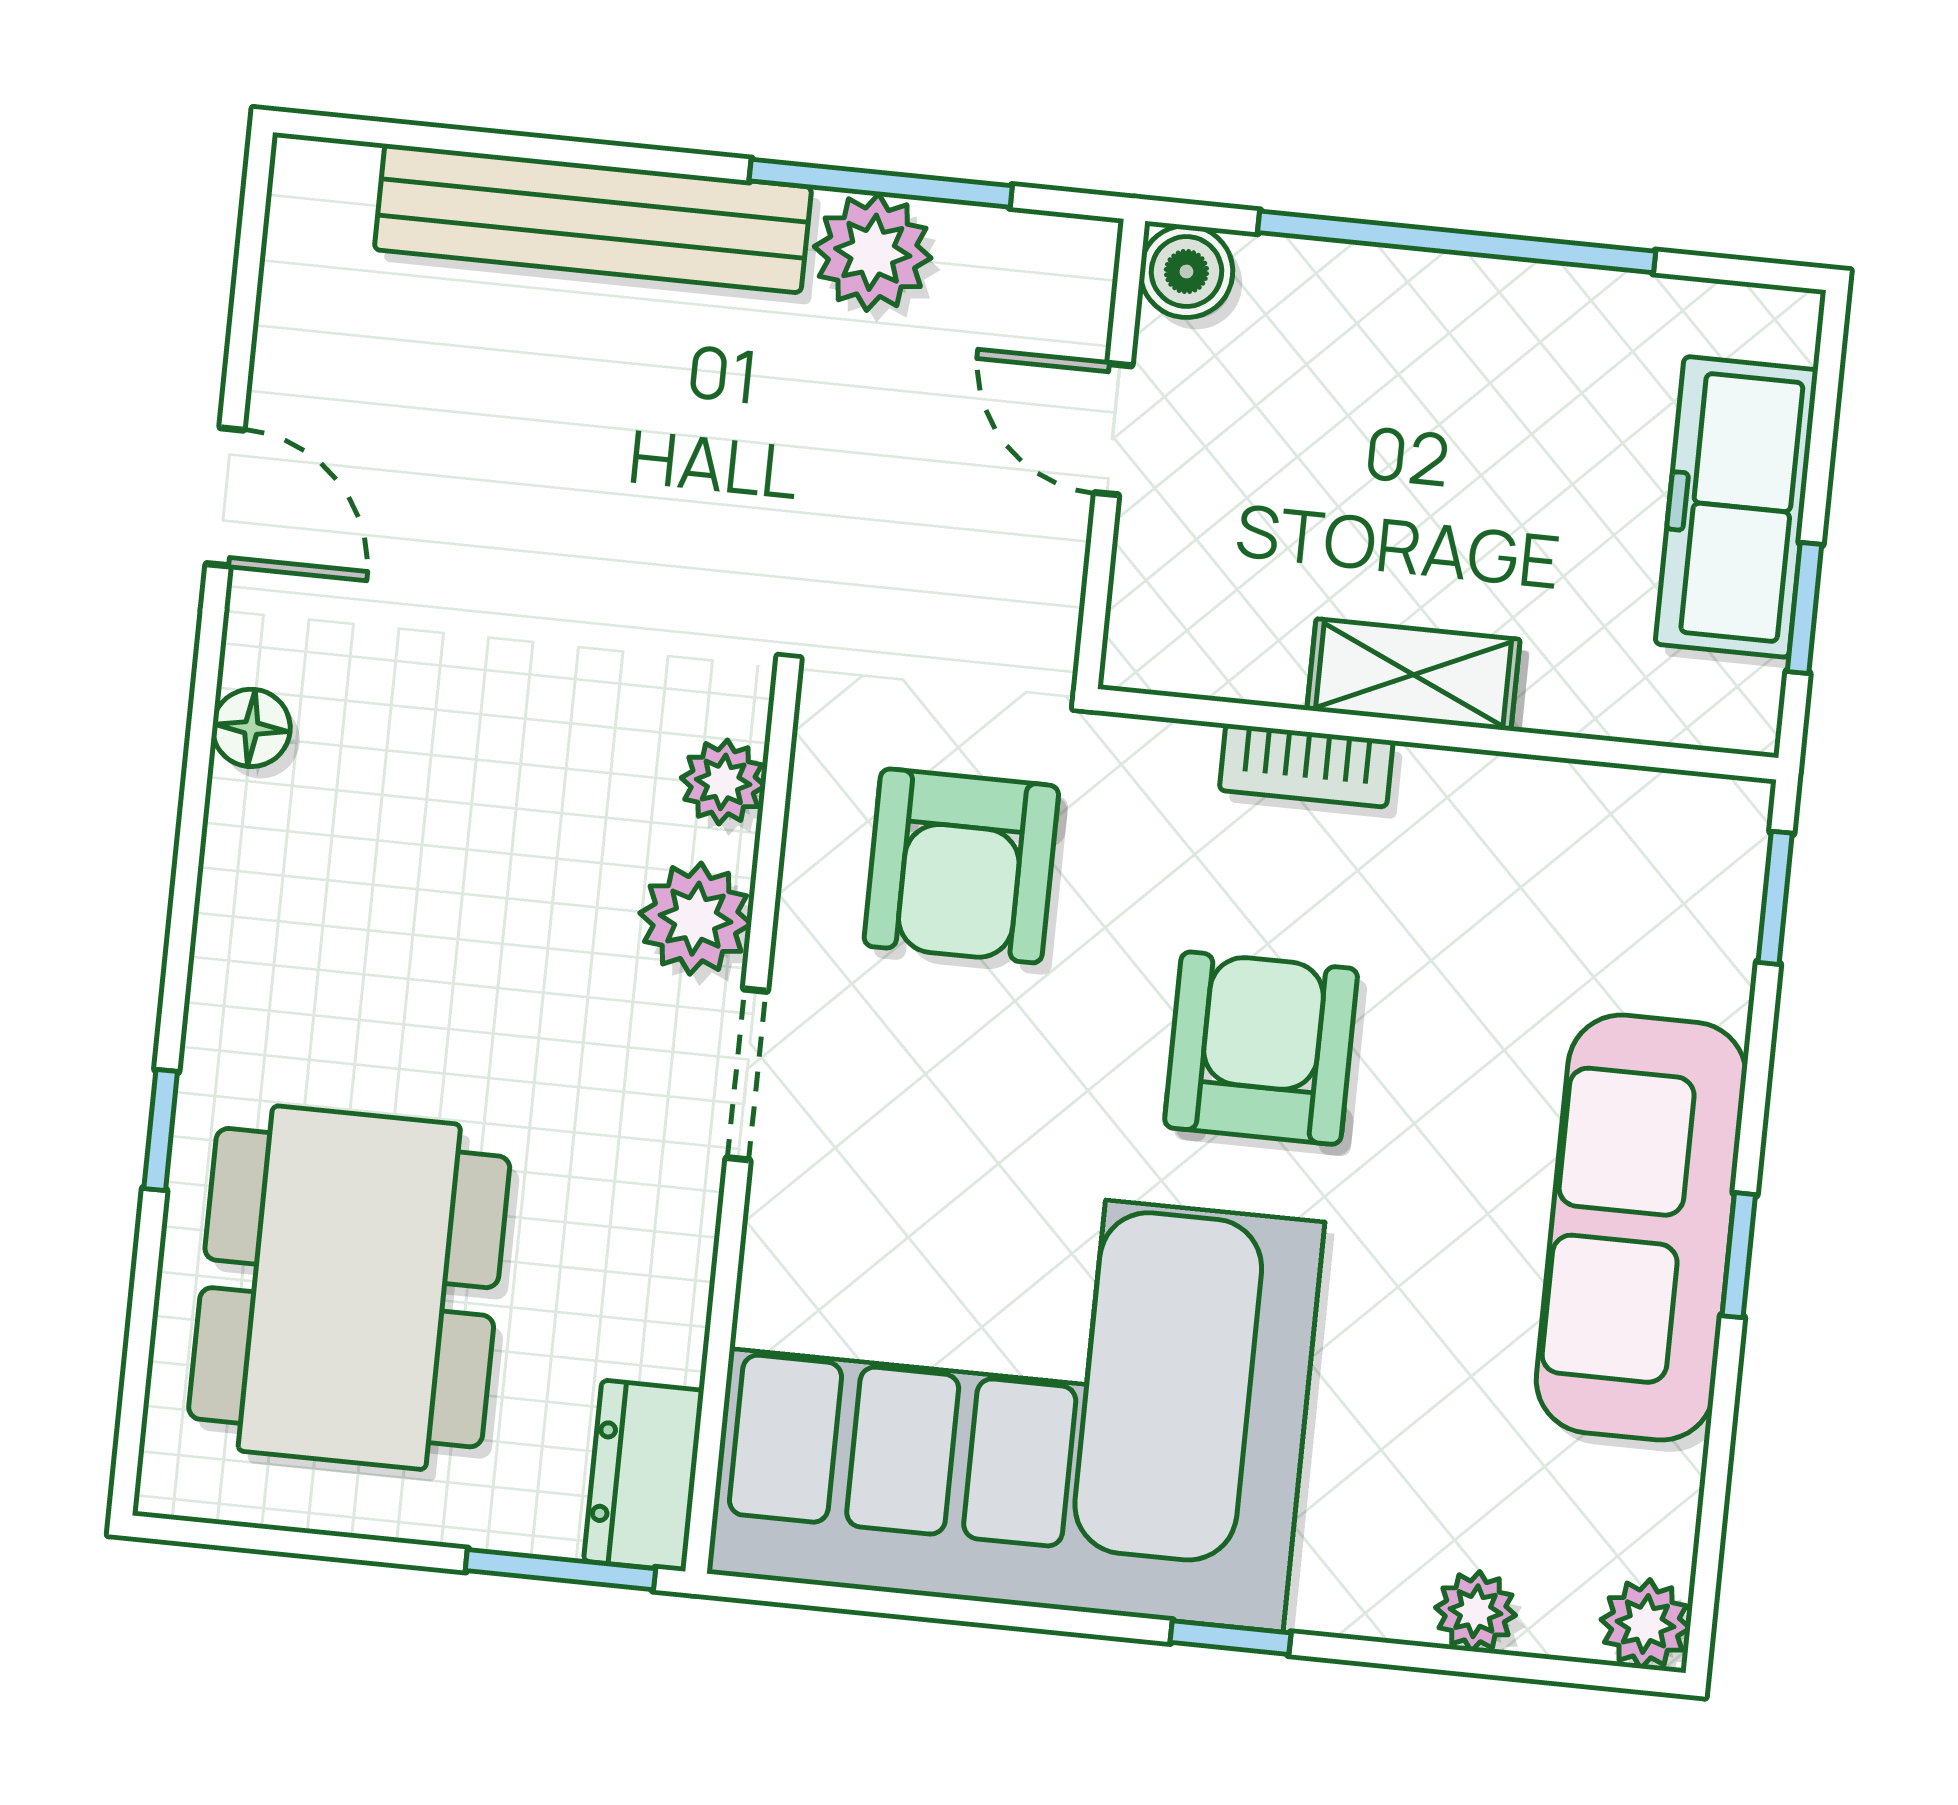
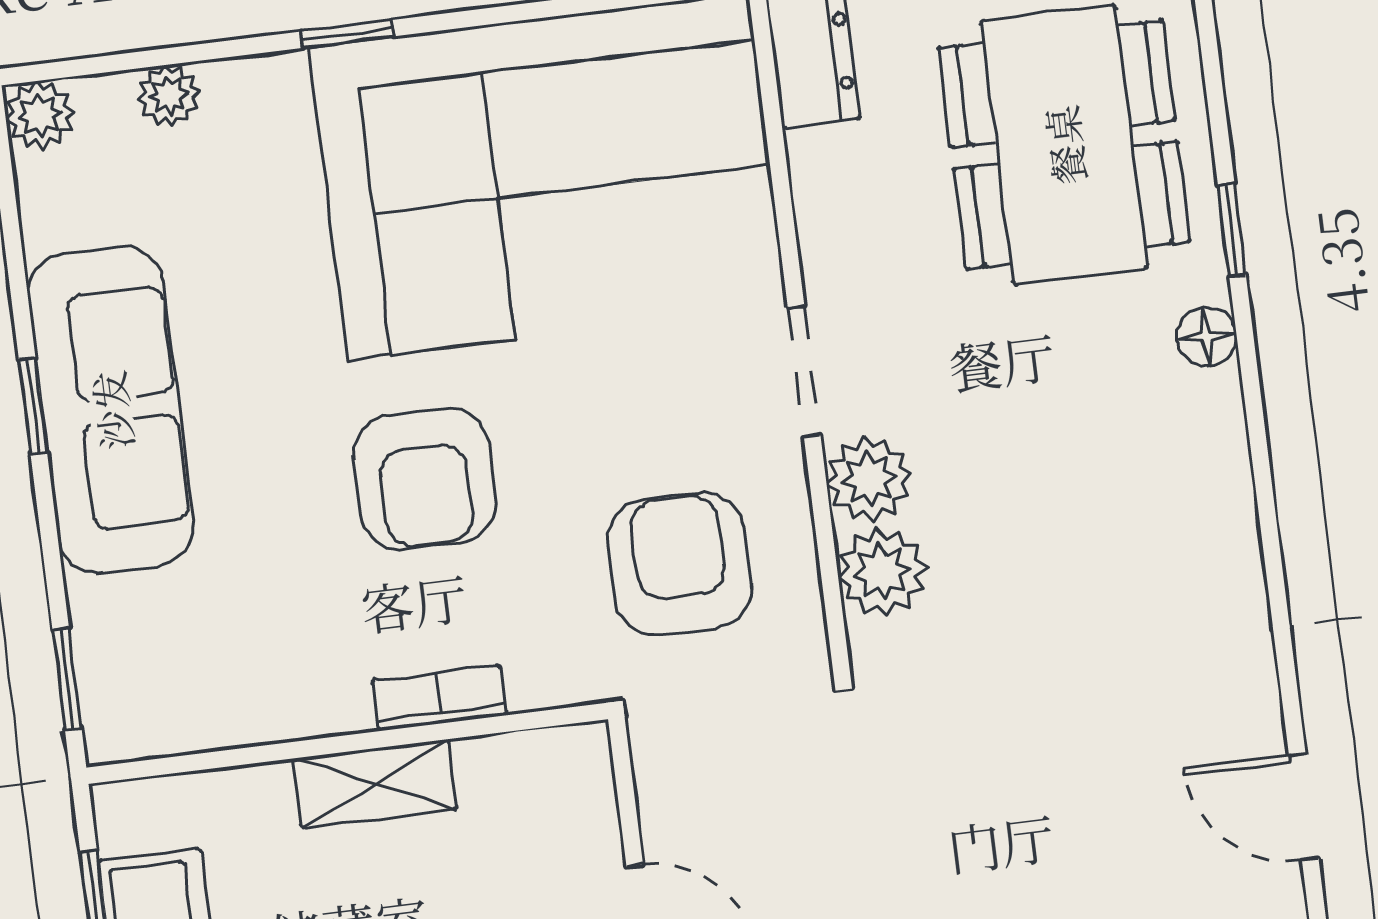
door: (225, 497) -> (1304, 807), moved
floor lamp: (251, 728) -> (1207, 336), moved
plant: (723, 782) -> (882, 572), width x1.38, depth x1.38

